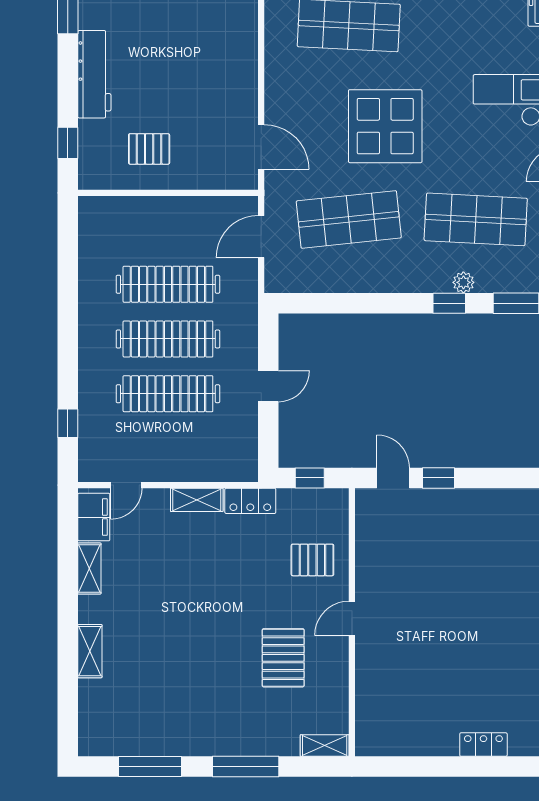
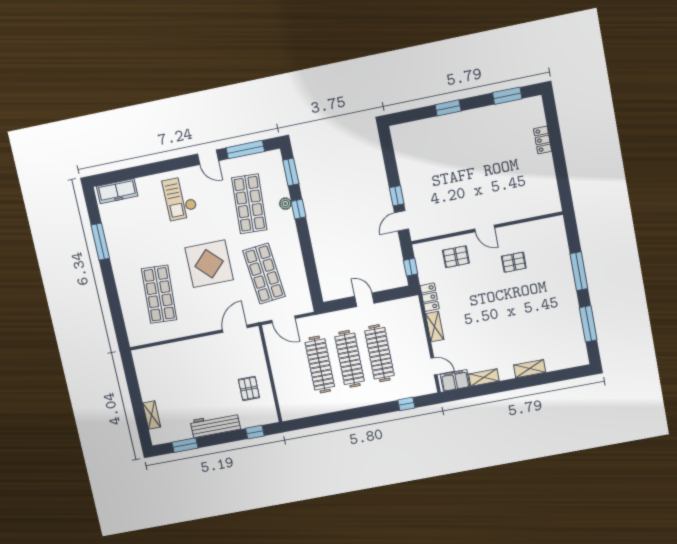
pallet: (312, 560) -> (456, 257), turned 90
pallet: (283, 658) -> (514, 262), width x0.67, depth x0.71
shelving: (325, 746) -> (559, 230), removed

